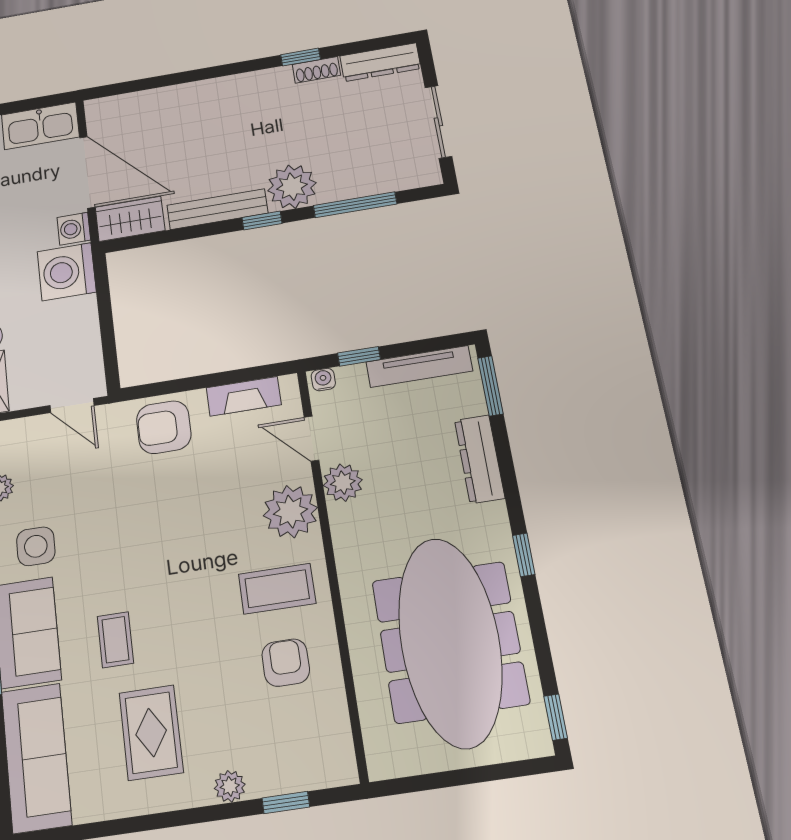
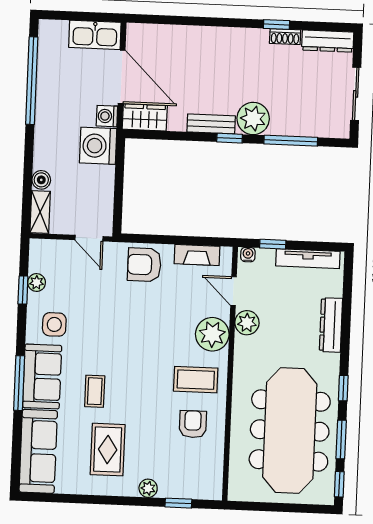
bench: (217, 209) -> (211, 124), width x0.73
window: (490, 386) -> (341, 440), moved

